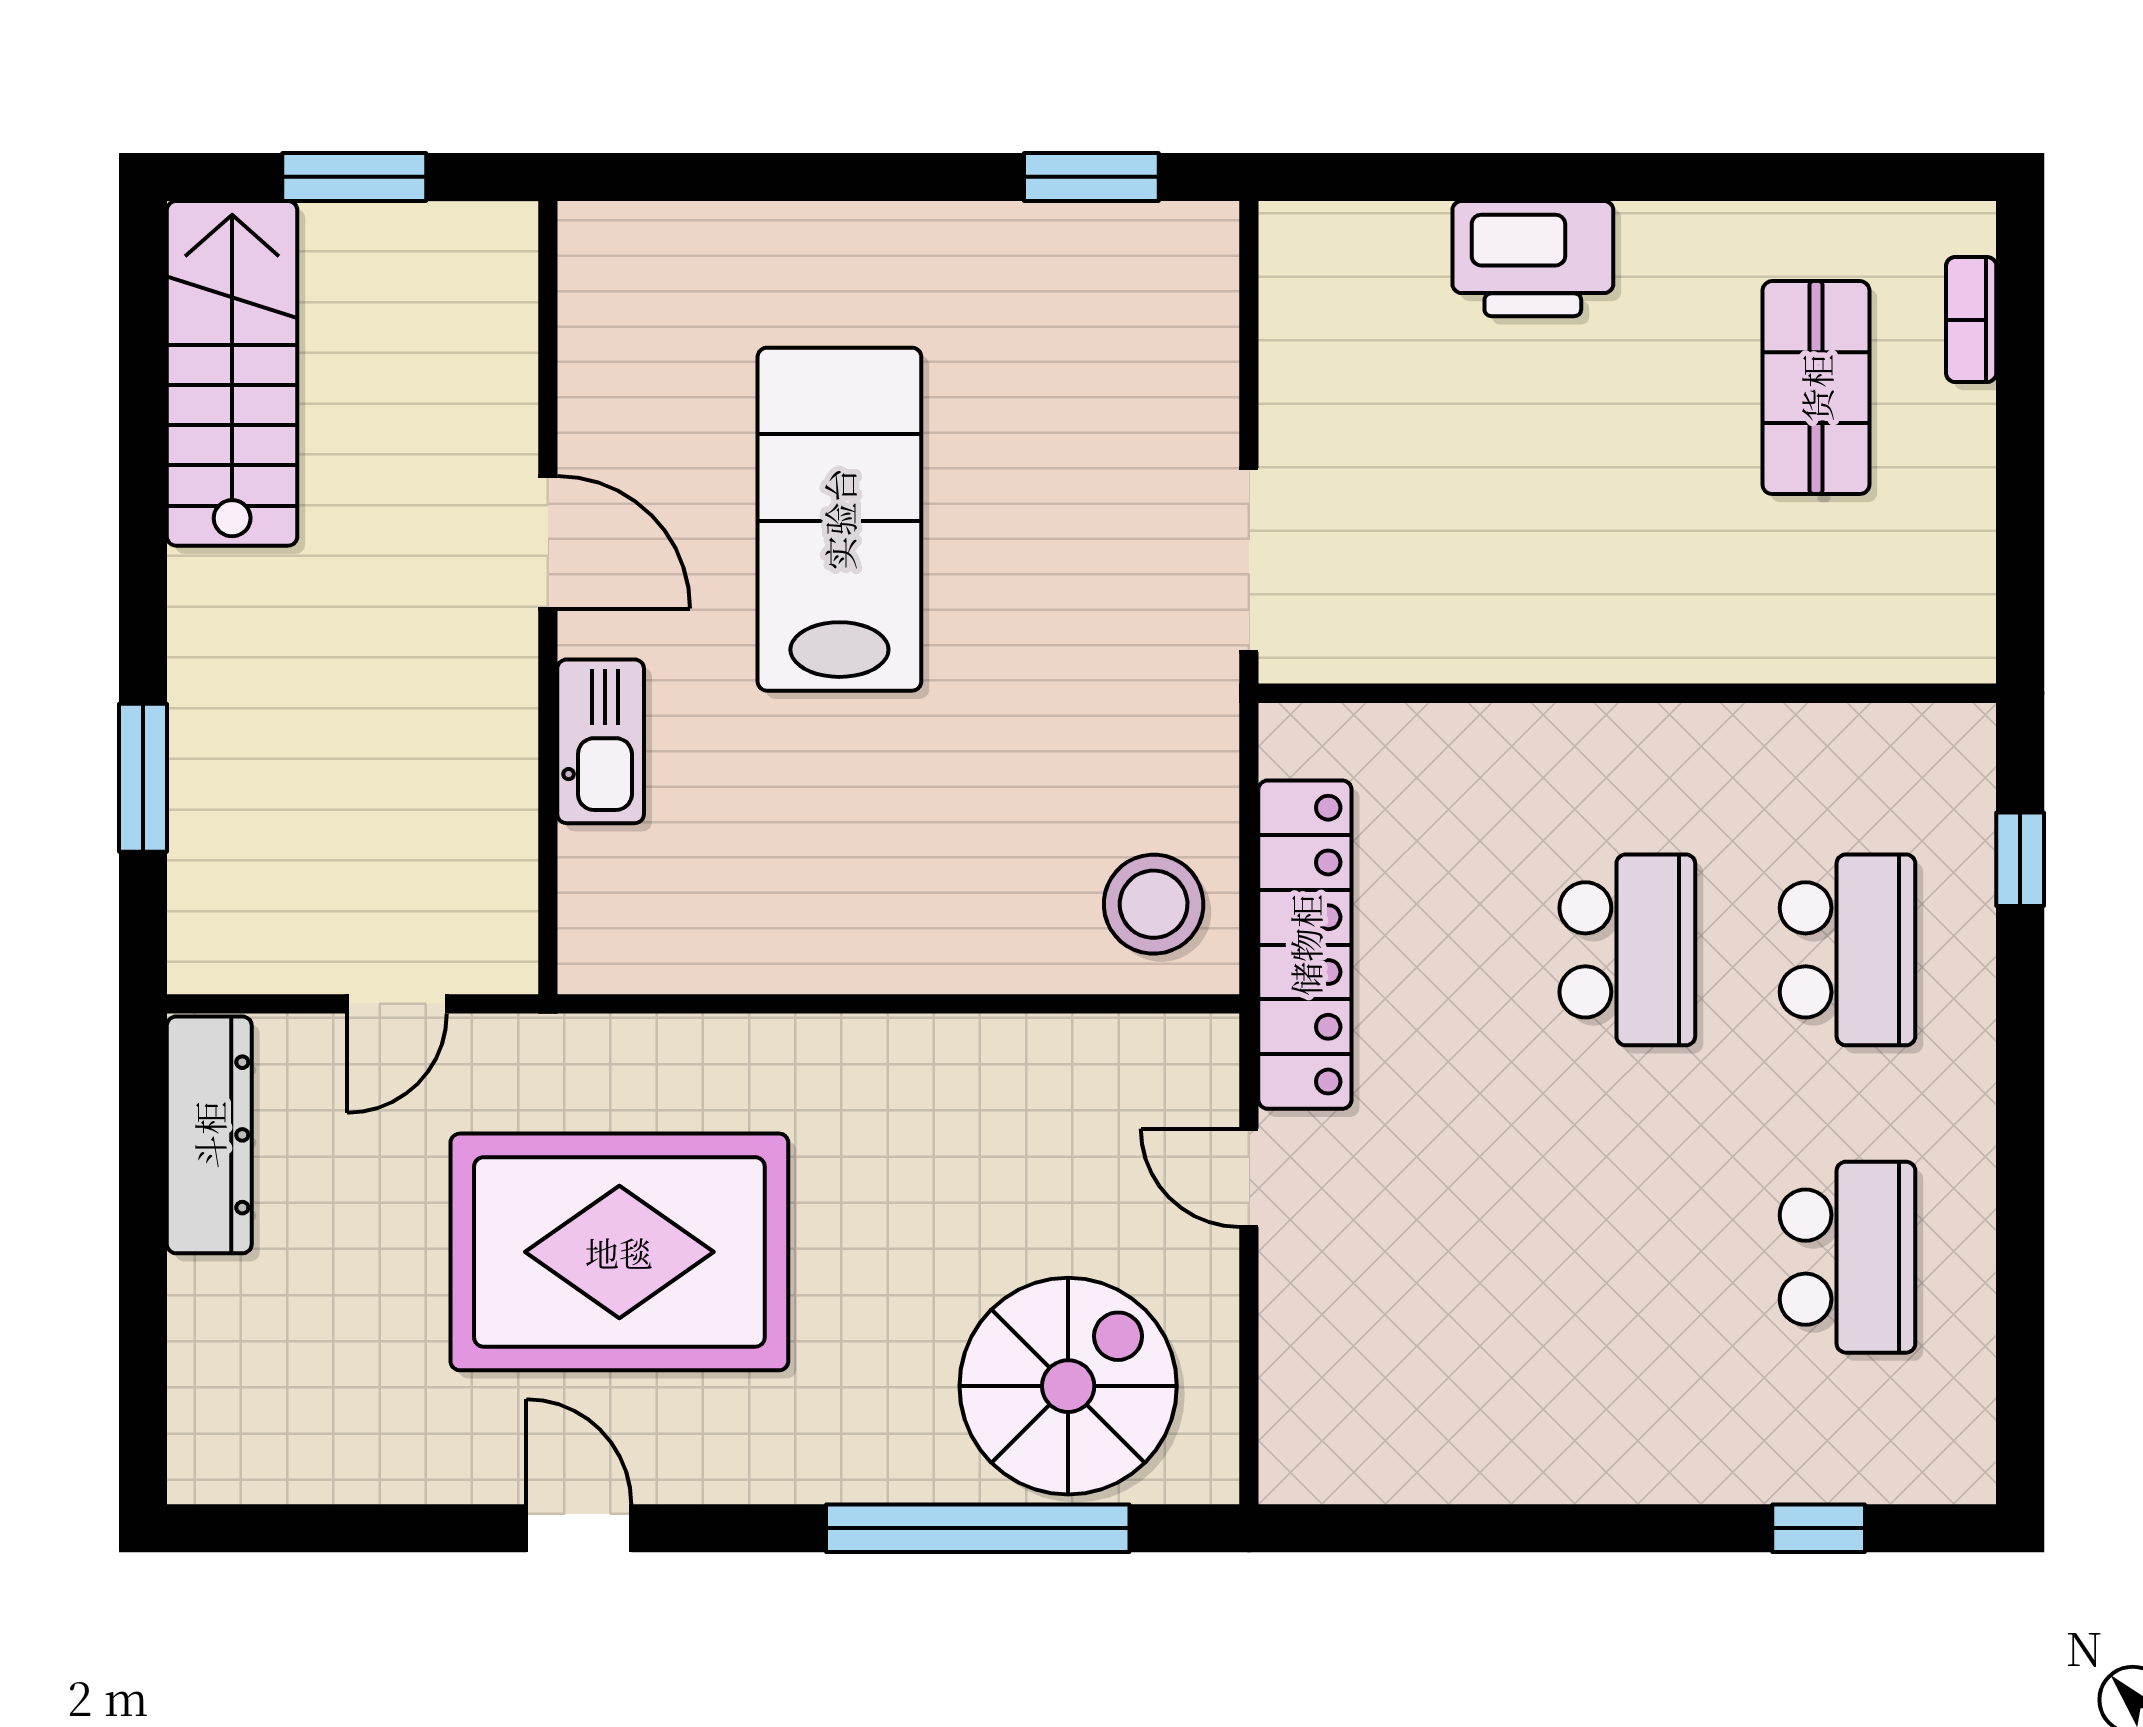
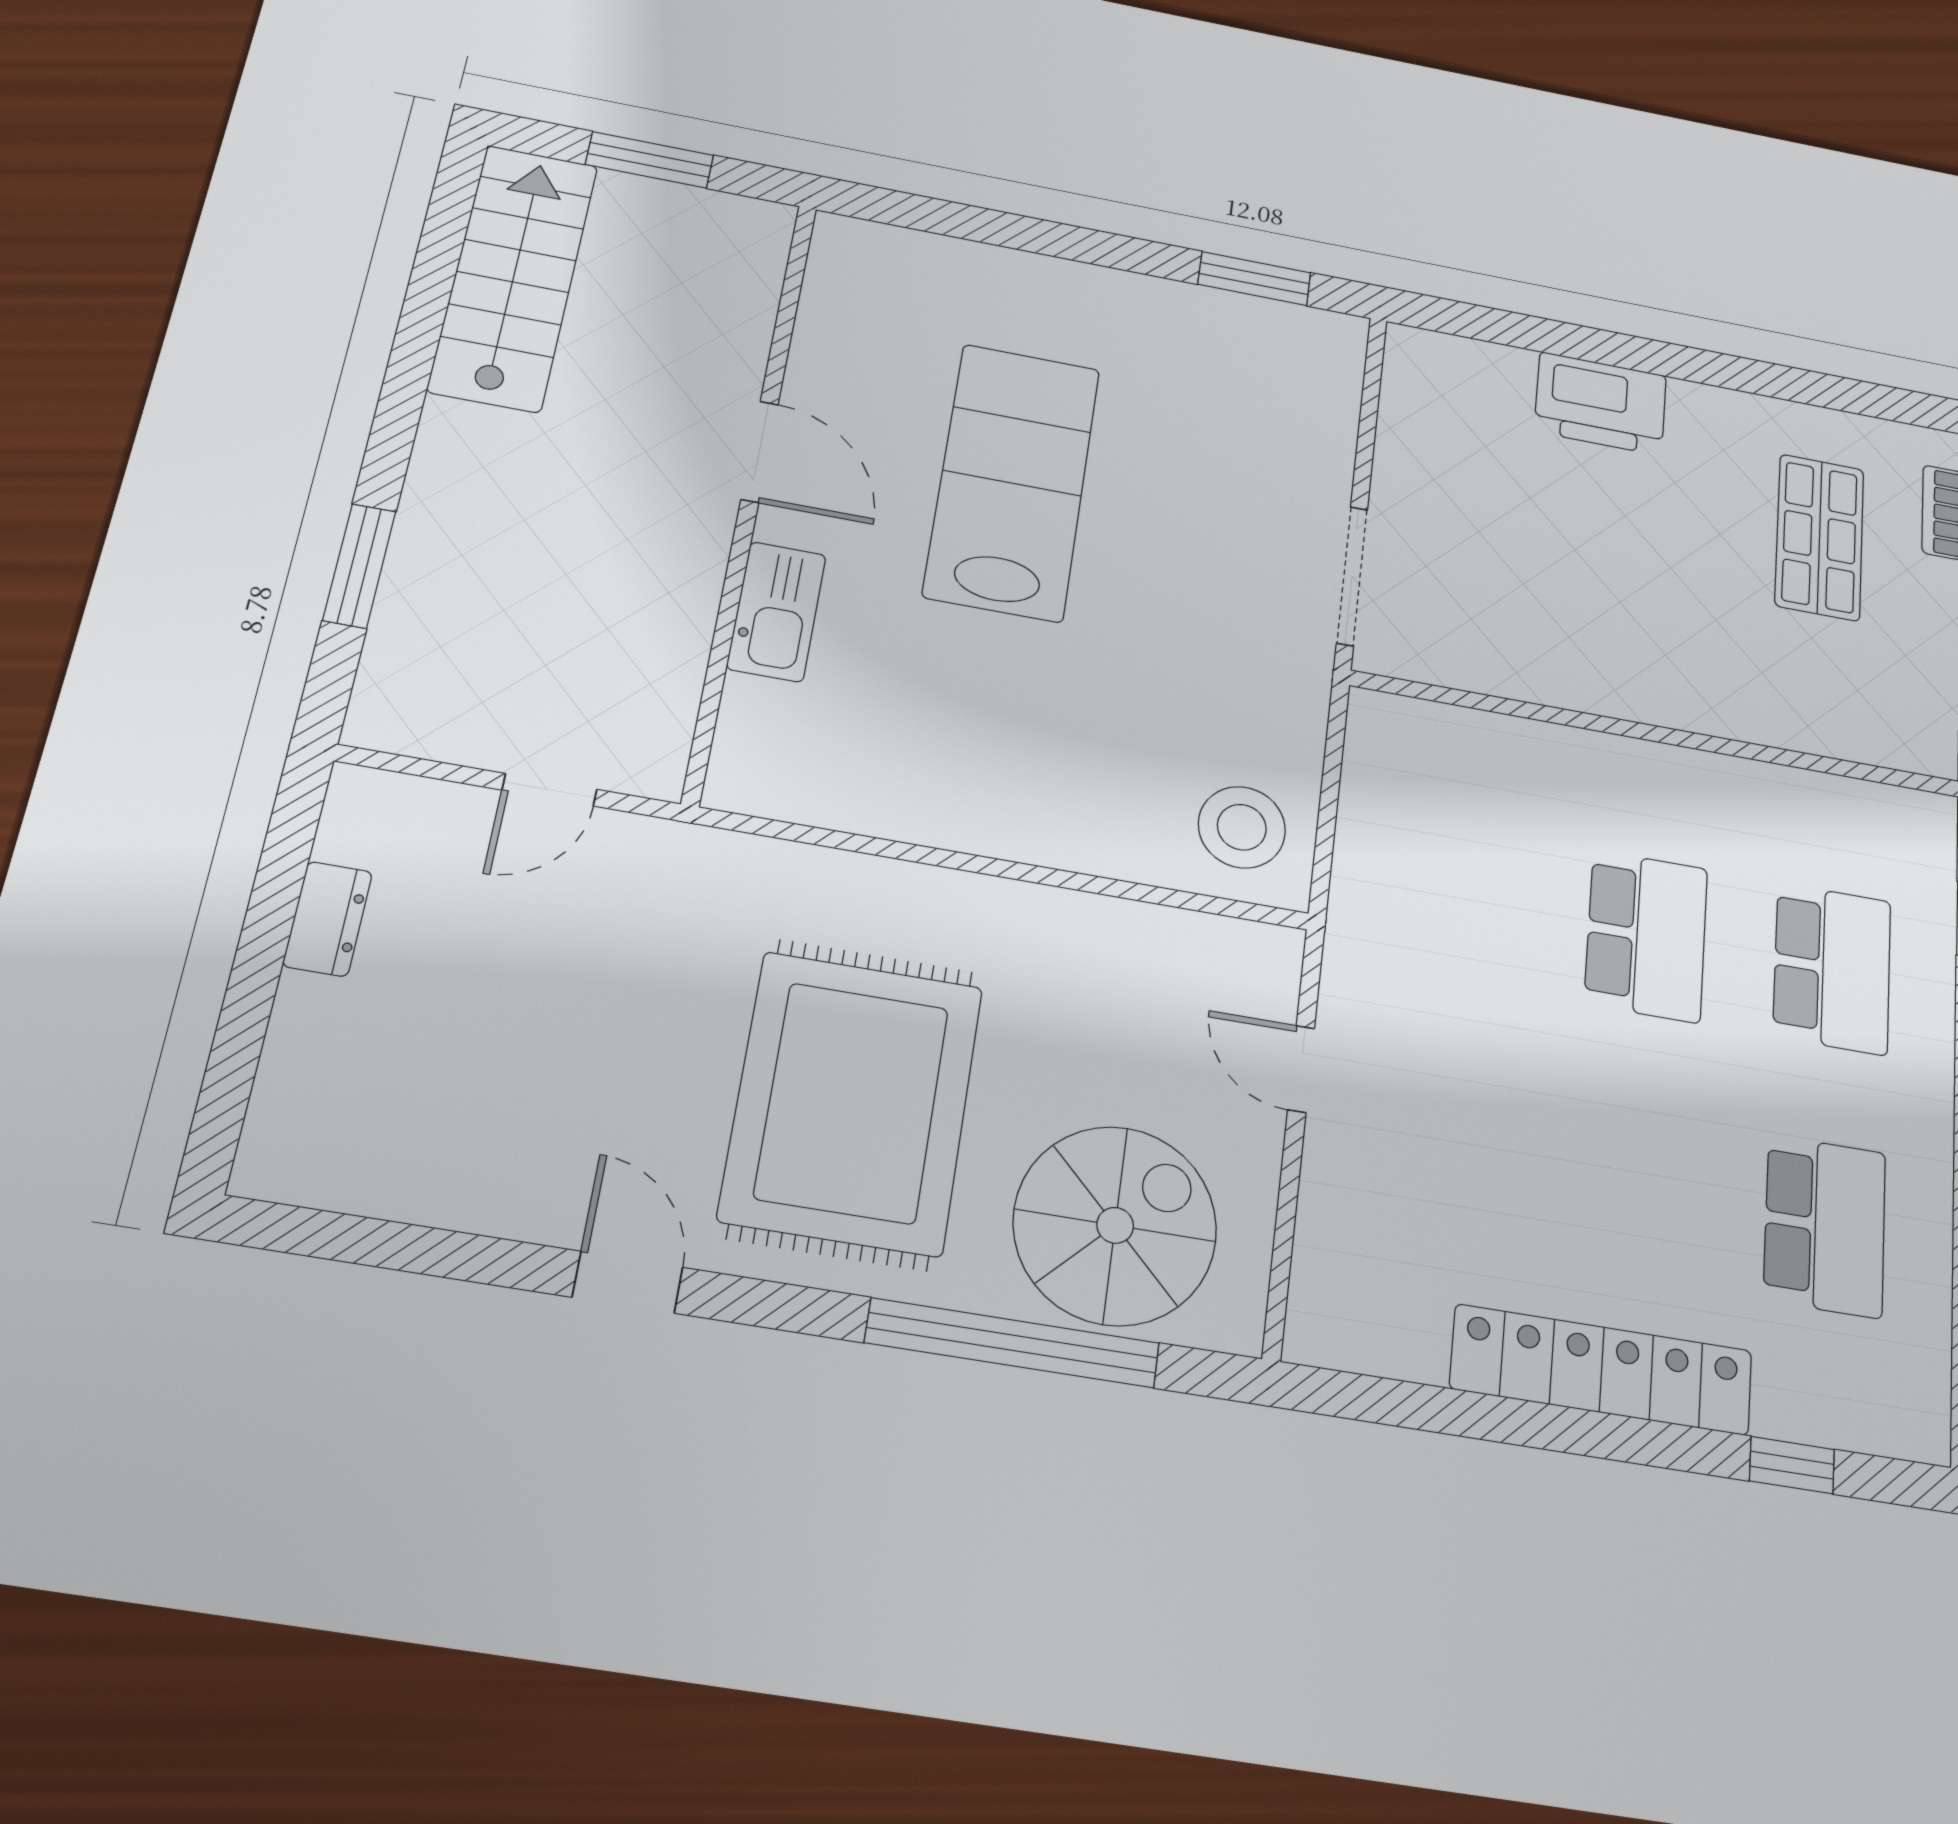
locker: (1305, 945) -> (1602, 1370), moved, turned -90
dresser: (209, 1135) -> (328, 919), width x0.51, depth x0.80
rug: (619, 1252) -> (852, 1103), moved, turned 90

